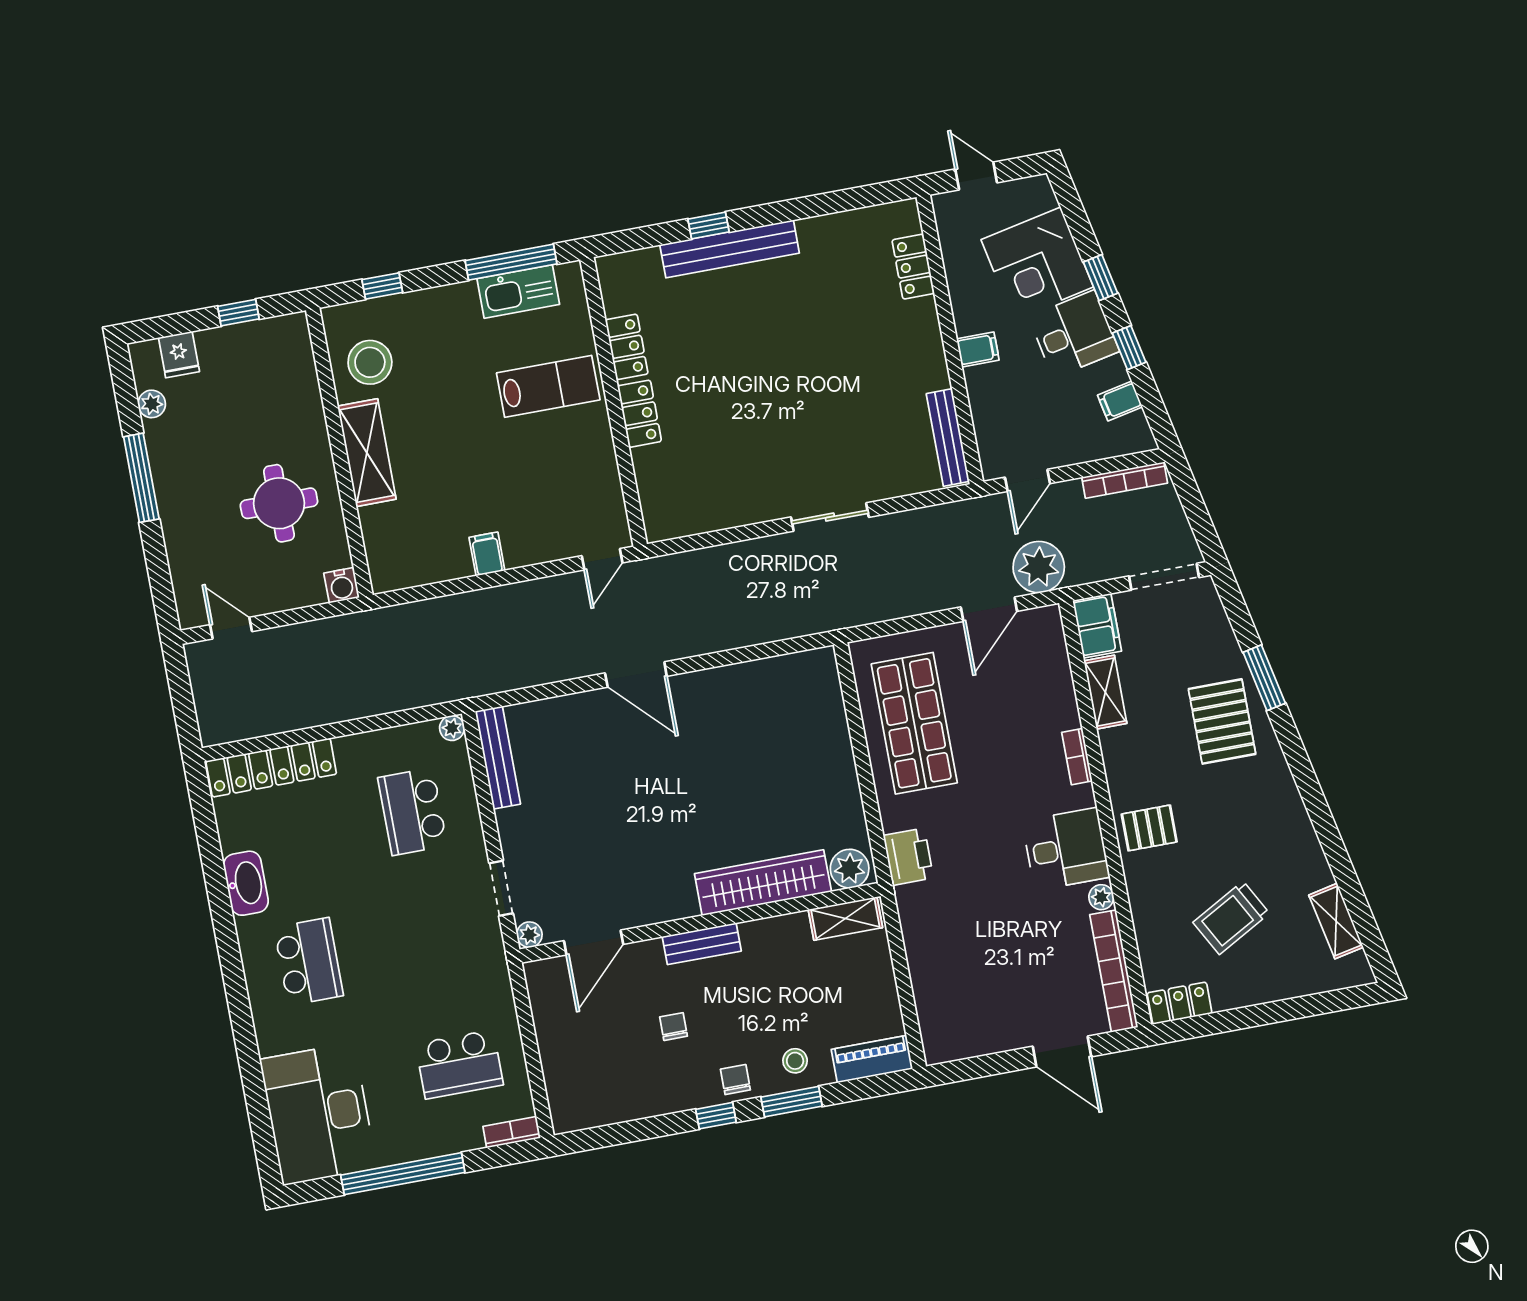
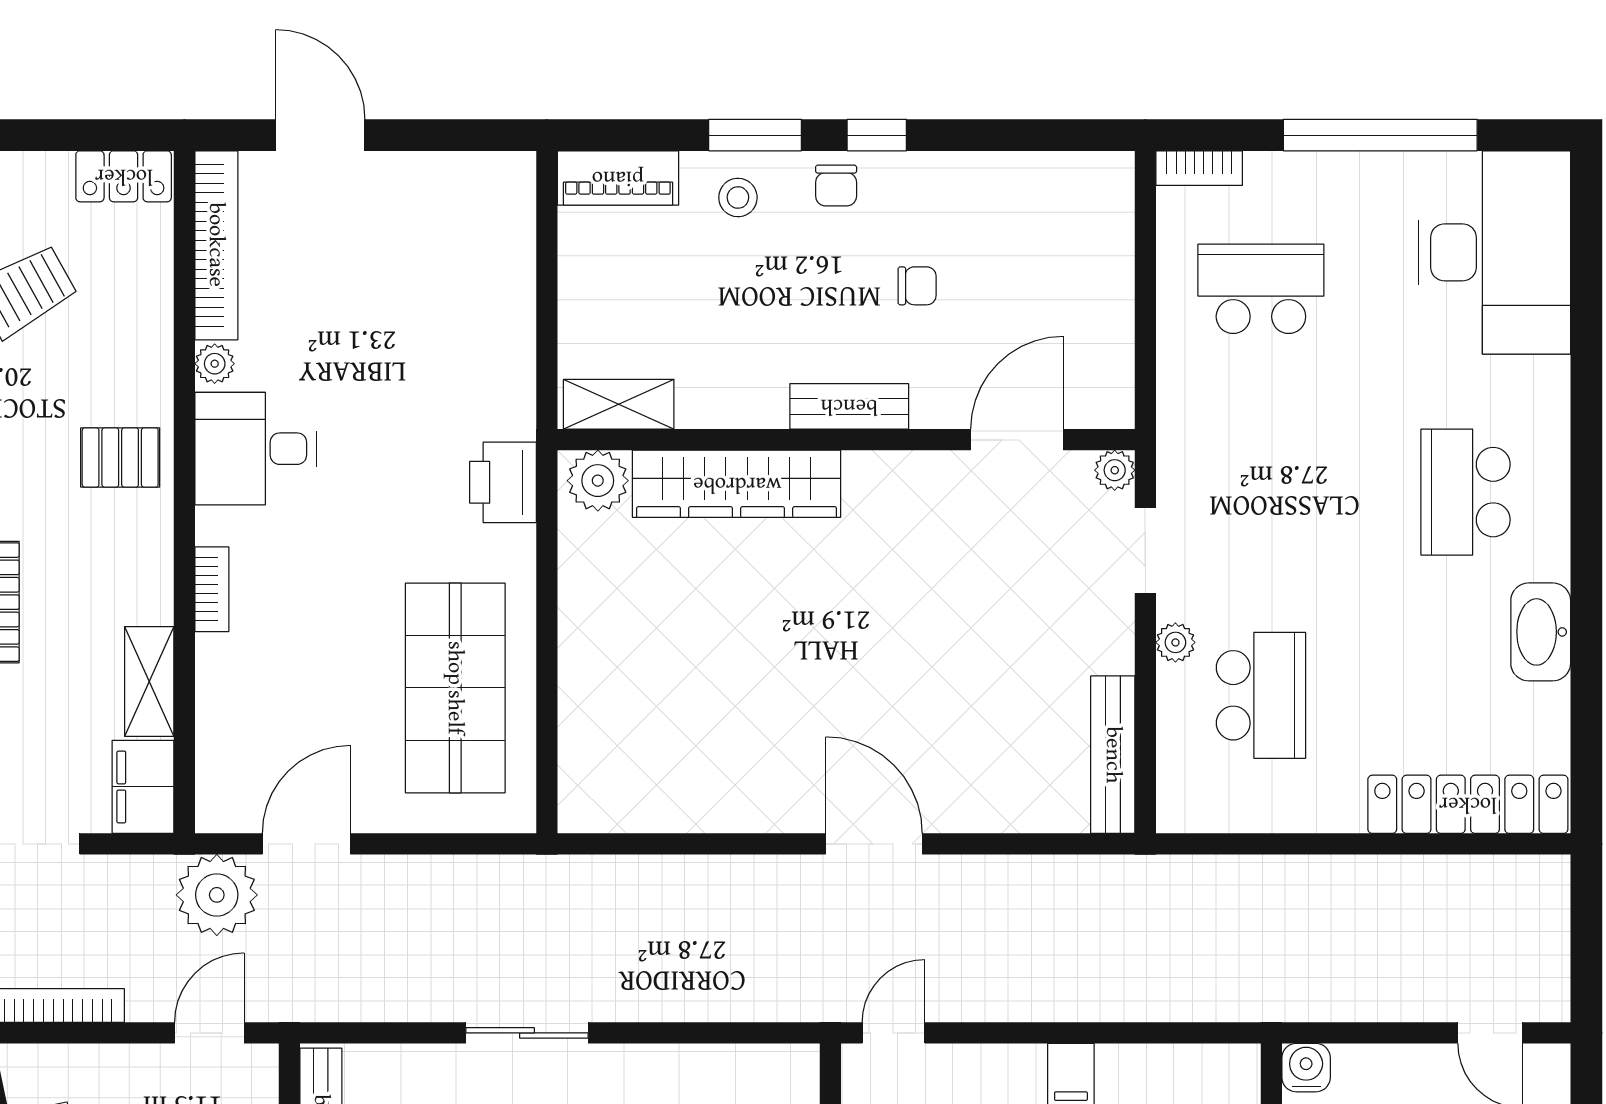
plant: (452, 728) -> (1175, 642), moved
chair: (673, 1027) -> (917, 286), turned -90

